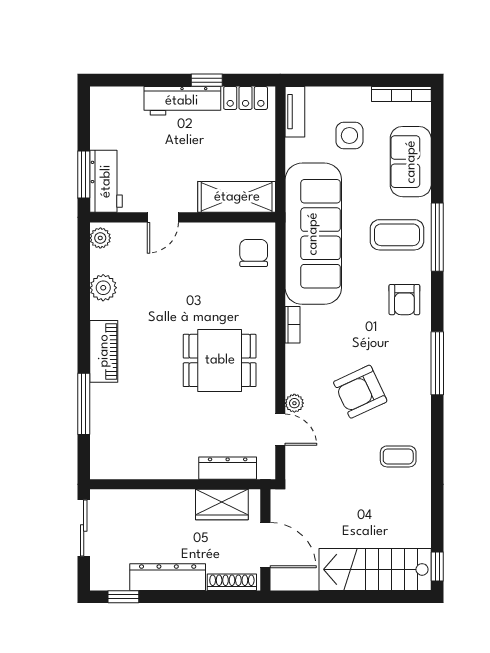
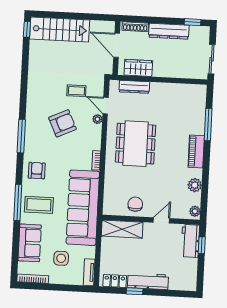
window: (84, 174) -> (202, 245), width x0.67
chair: (254, 253) -> (135, 204), moved, turned 180
dining table: (220, 360) -> (136, 144), width x1.38
coffee table: (398, 456) -> (76, 91), moved

